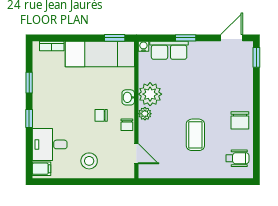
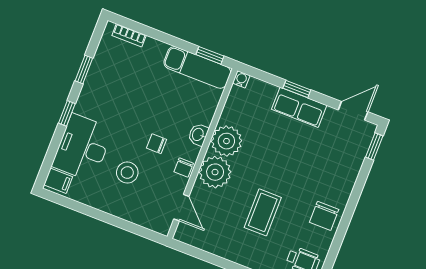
row of seats: (169, 50) -> (299, 107), moved
exam couch: (100, 54) -> (197, 67), width x0.73, depth x0.69
plant: (145, 114) -> (215, 172), width x1.88, depth x1.88
desk: (50, 144) -> (83, 148), width x1.37
stool: (89, 161) -> (127, 173), moved

